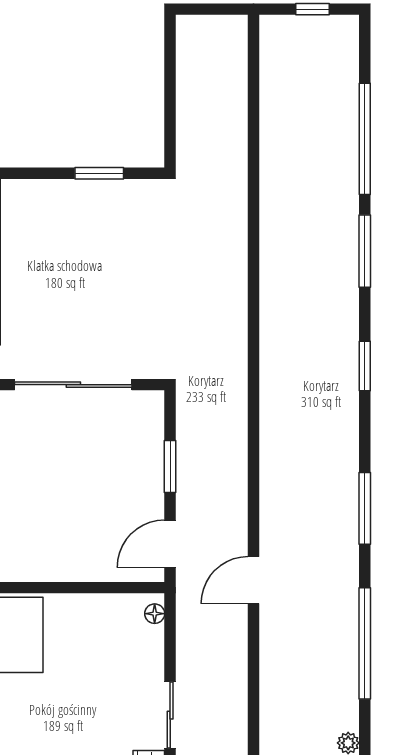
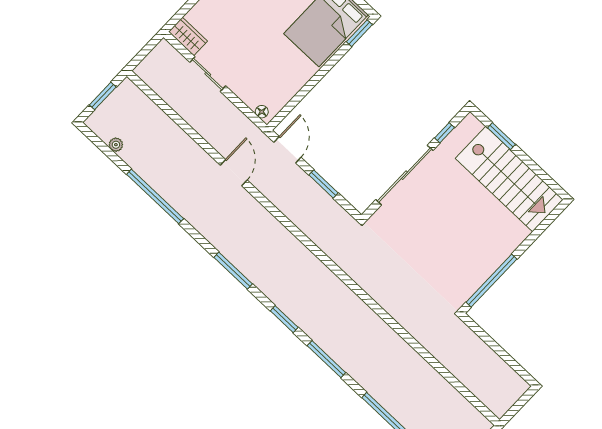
window: (99, 173) -> (491, 281), width x2.11
window: (365, 251) -> (326, 359), moved
window: (365, 508) -> (233, 271), moved

